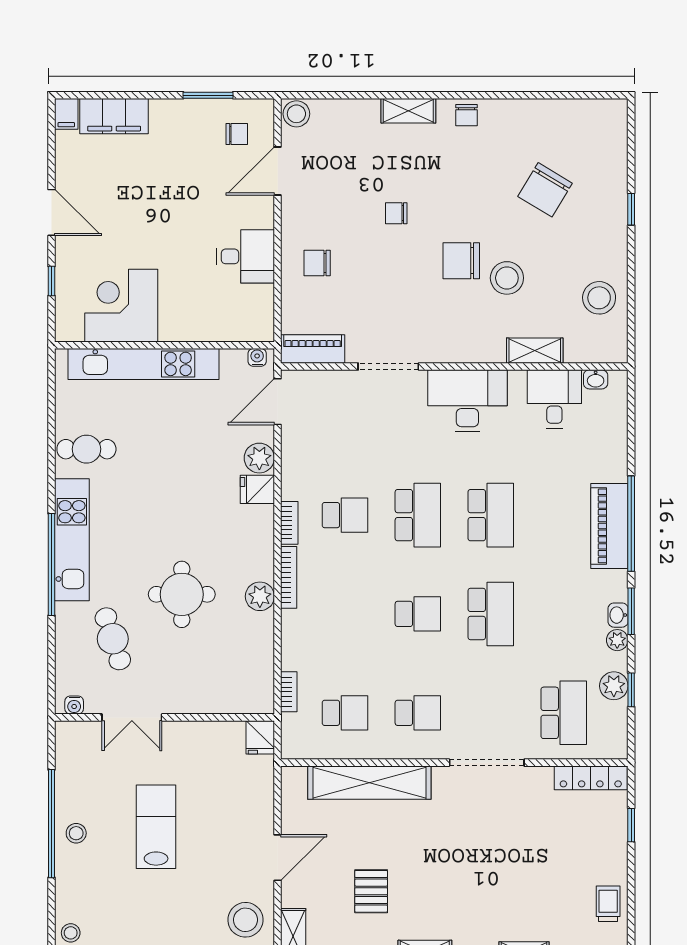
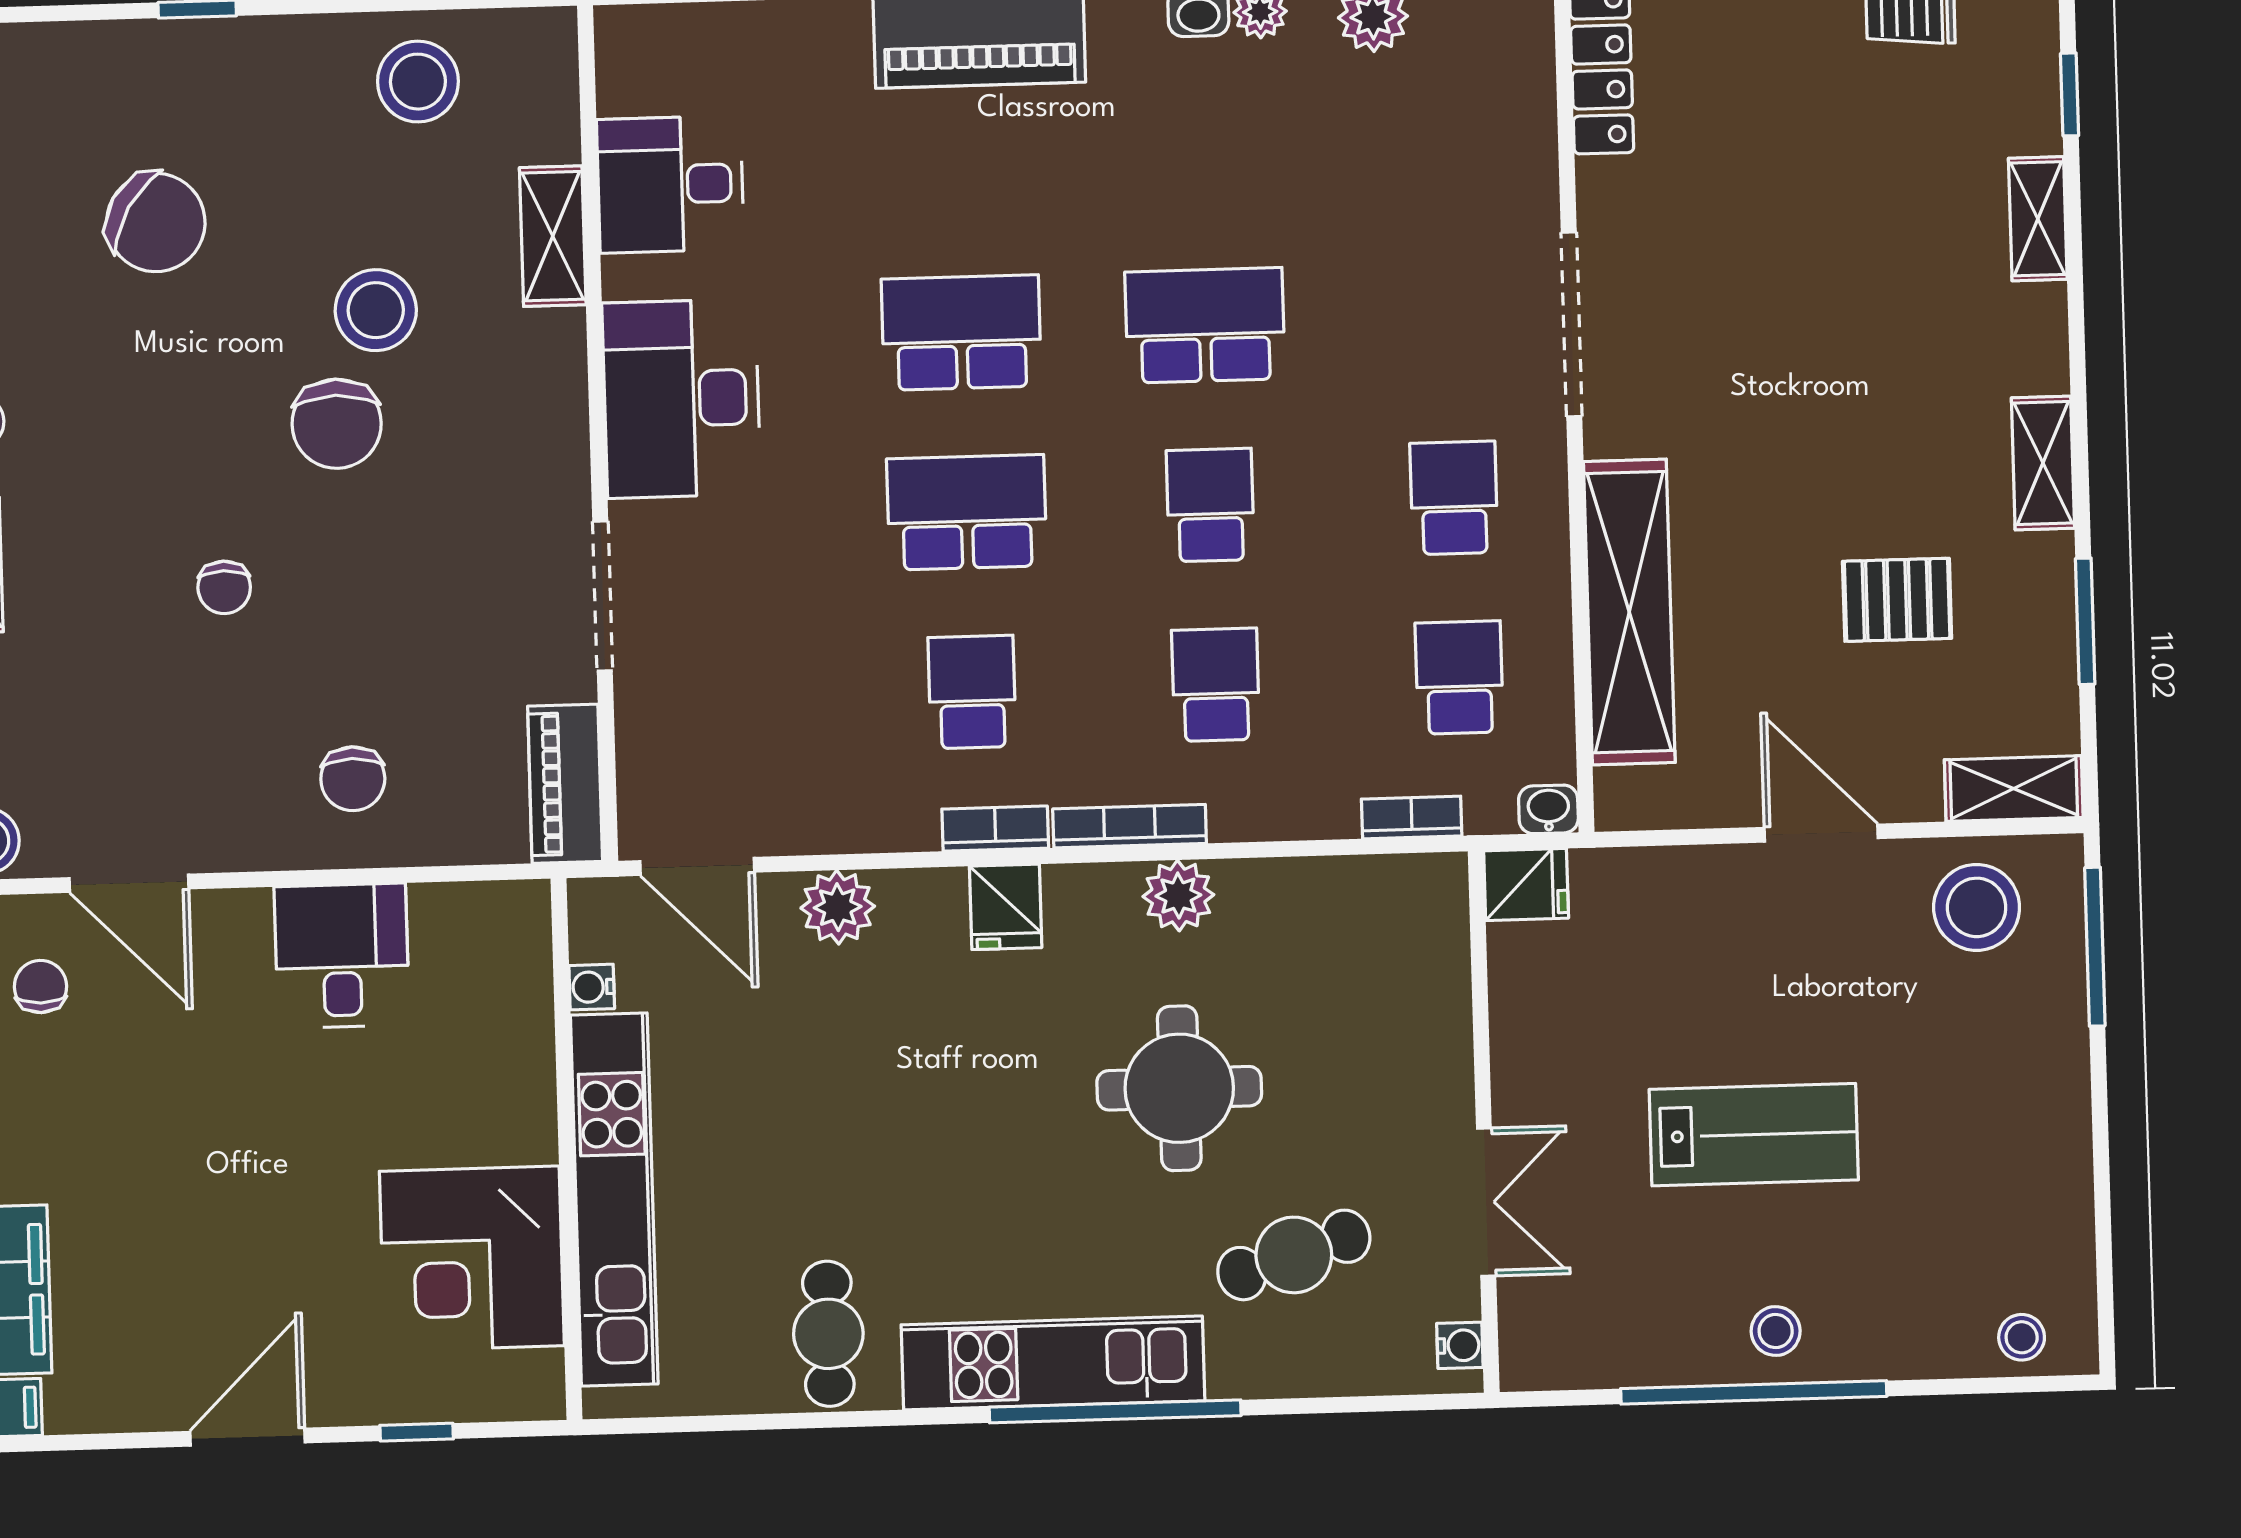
water cooler: (257, 357) -> (592, 987), moved
washbasin: (596, 379) -> (1548, 809), moved, turned -90
fridge: (257, 489) -> (1006, 907), moved
school desk: (564, 713) -> (1216, 685), moved, width x0.54
lab bench: (156, 827) -> (1754, 1135), turned 180

